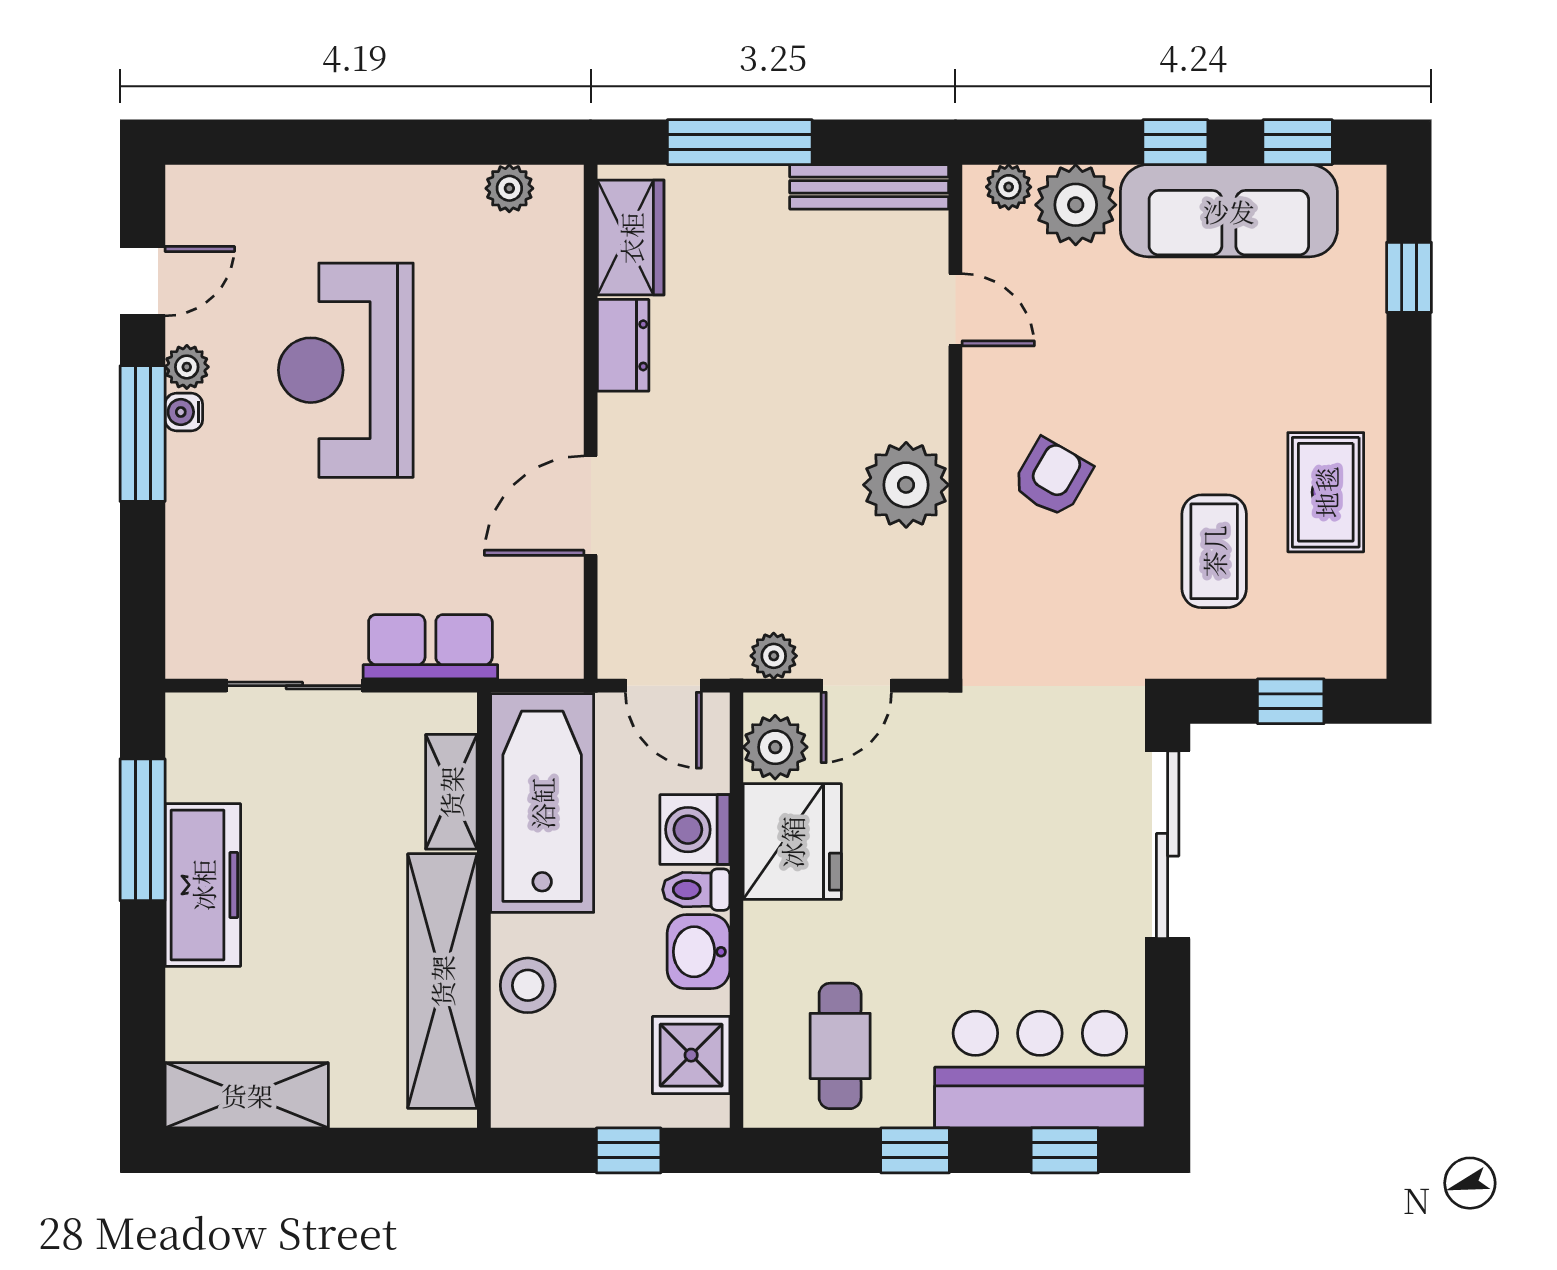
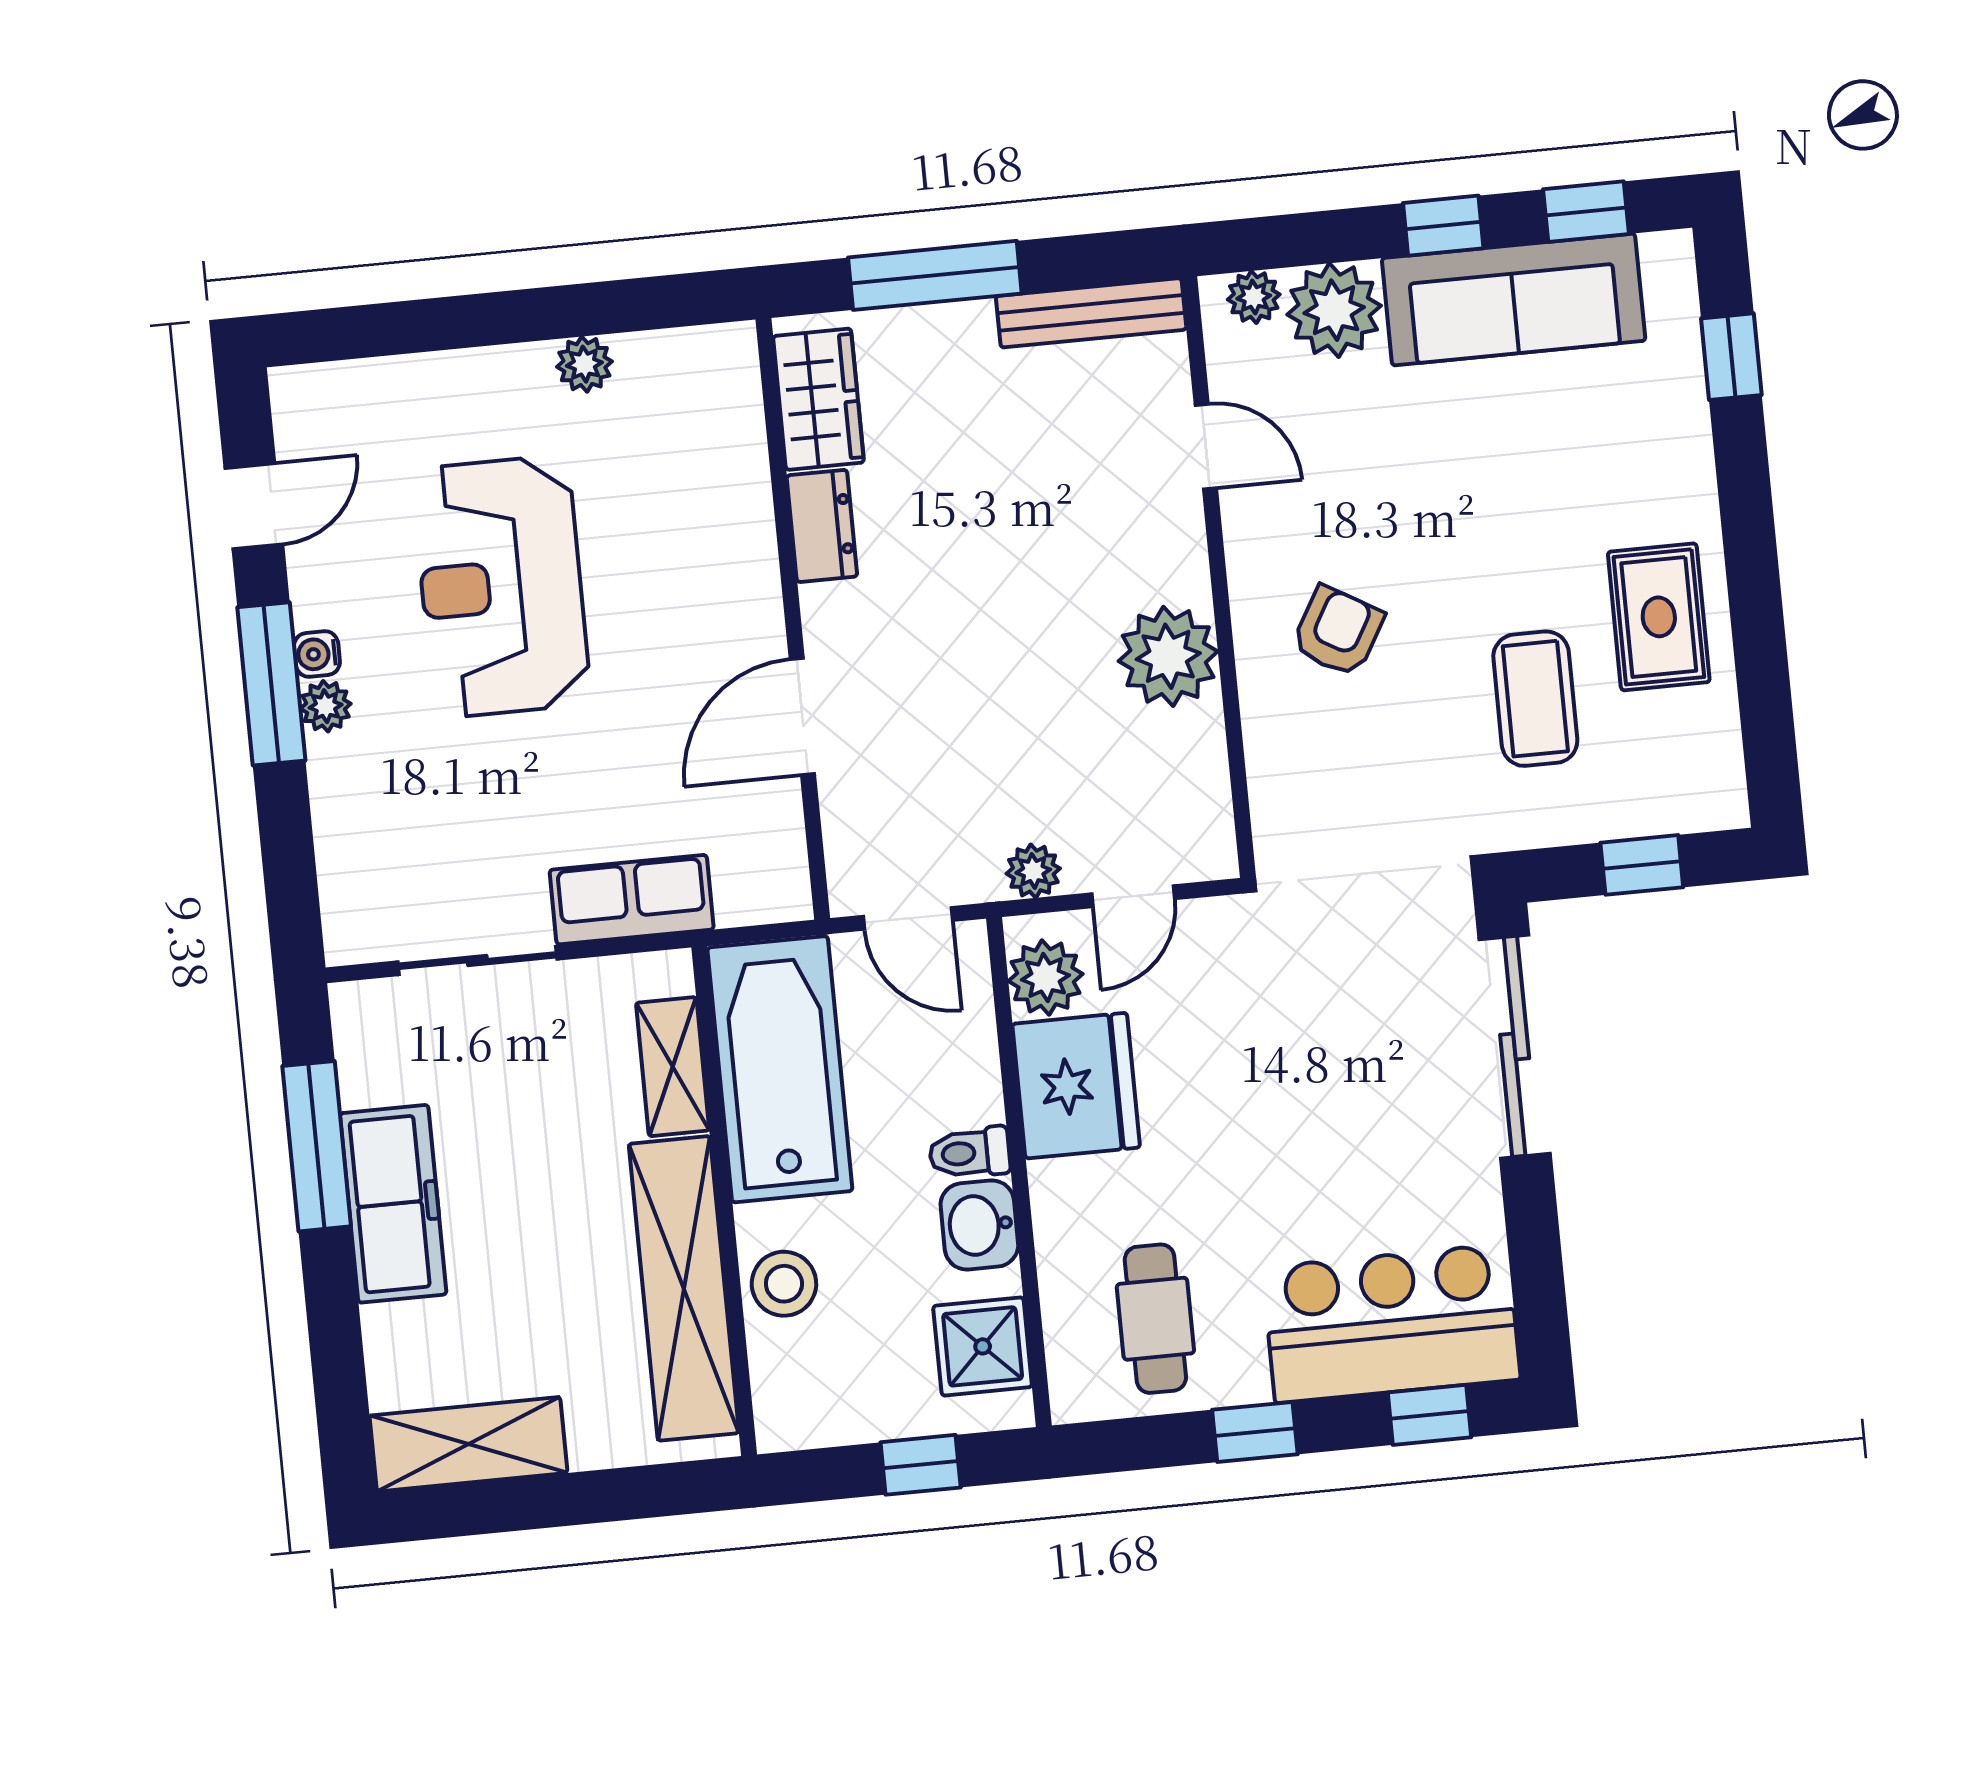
plant: (509, 188) -> (584, 364), moved
plant: (187, 367) -> (326, 706), moved
washing machine: (695, 830) -> (961, 1083), removed

